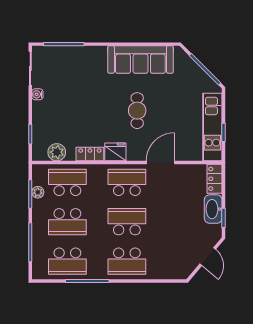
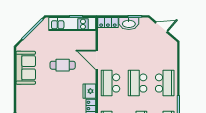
sofa: (140, 60) -> (26, 68), width x0.73
cafe table: (137, 111) -> (63, 65), moved

